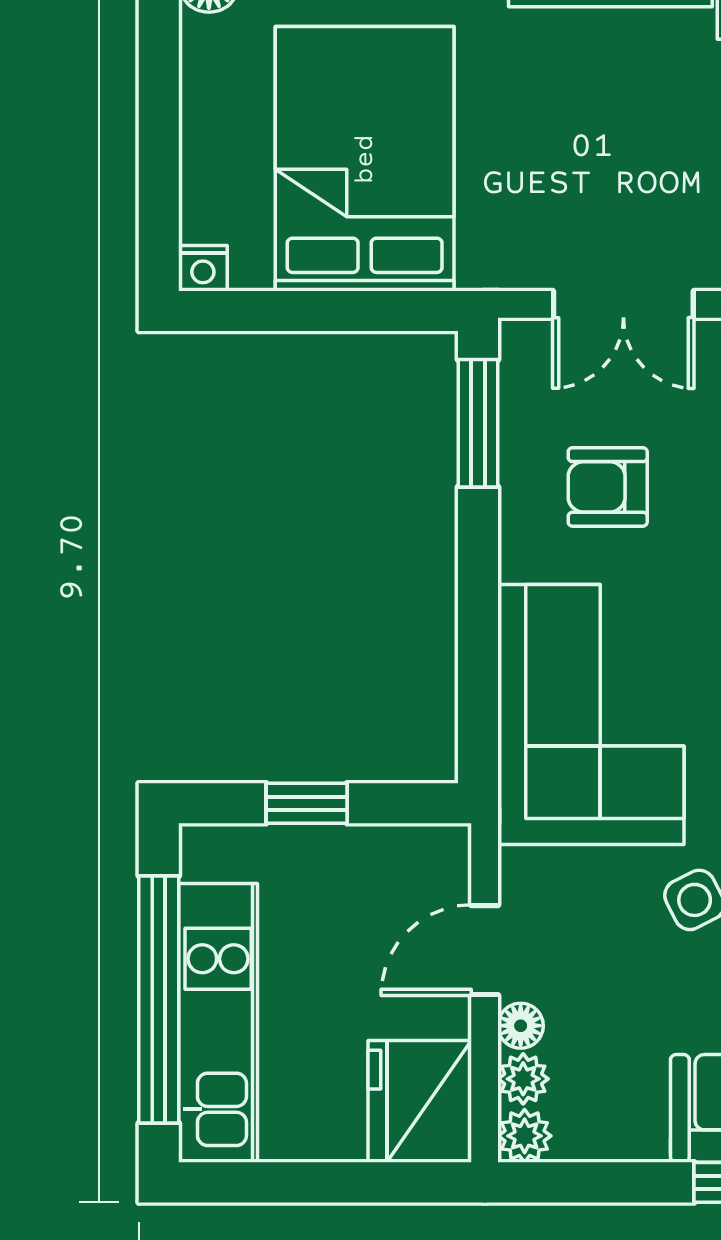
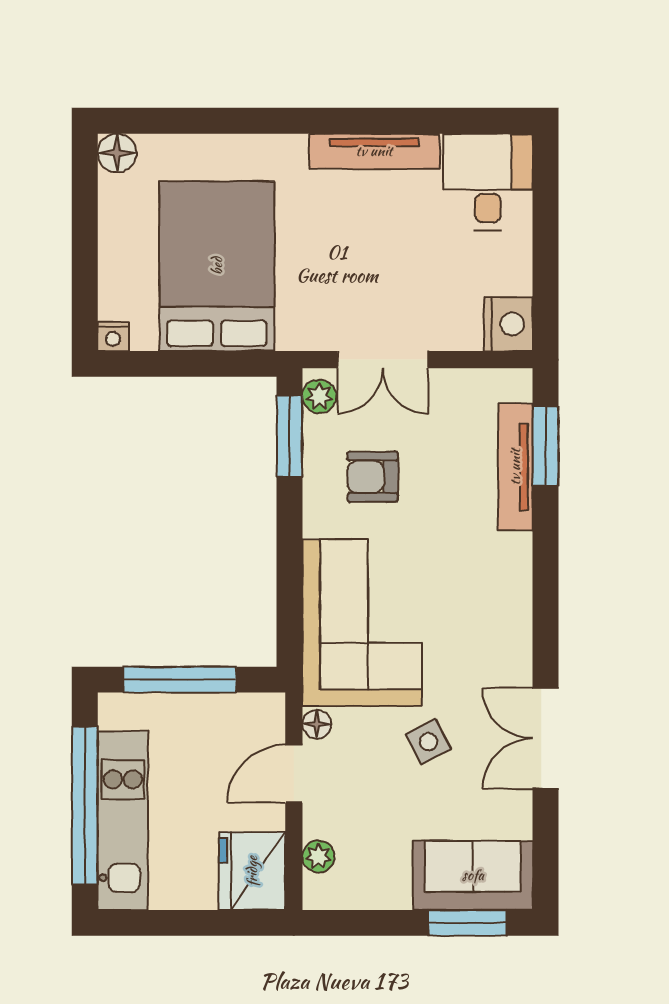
window: (307, 803) -> (180, 680), width x2.17
floor lamp: (521, 1026) -> (317, 724), moved
plant: (525, 1136) -> (319, 396), moved

